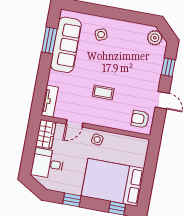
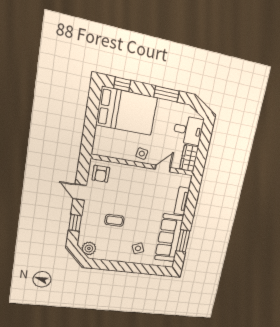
coffee table: (103, 92) -> (114, 220), moved
tv unit: (50, 101) -> (182, 201), moved
armchair: (140, 119) -> (101, 174), turned 90
window: (72, 200) -> (166, 94), width x1.50

